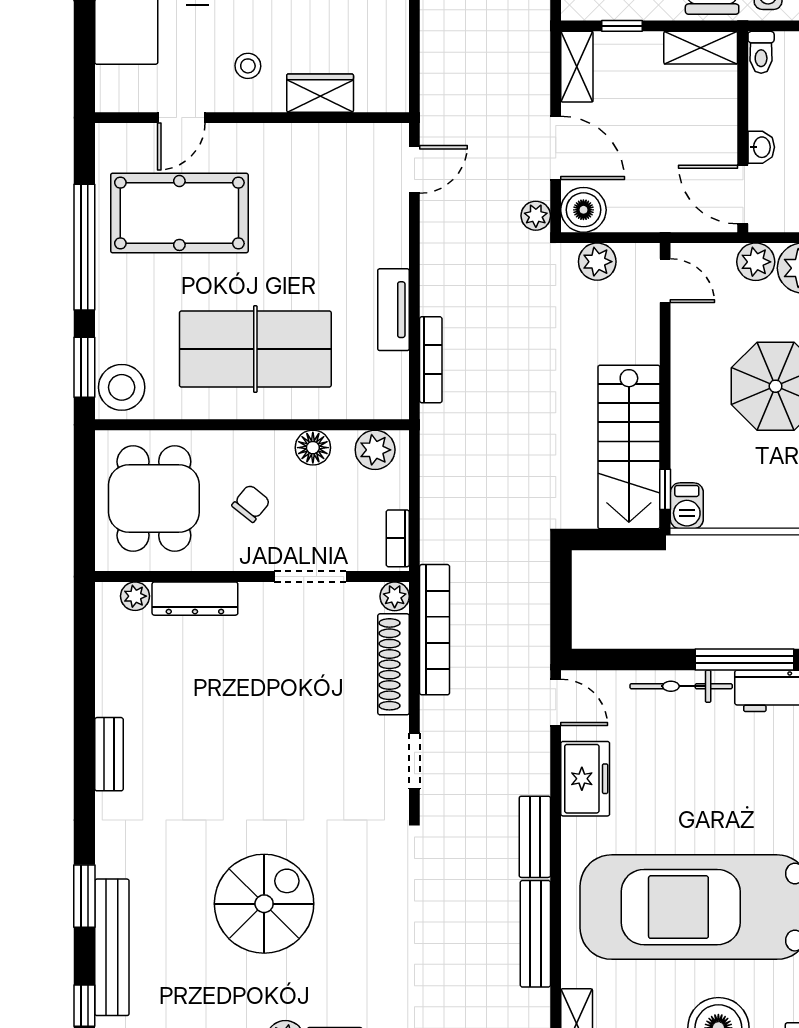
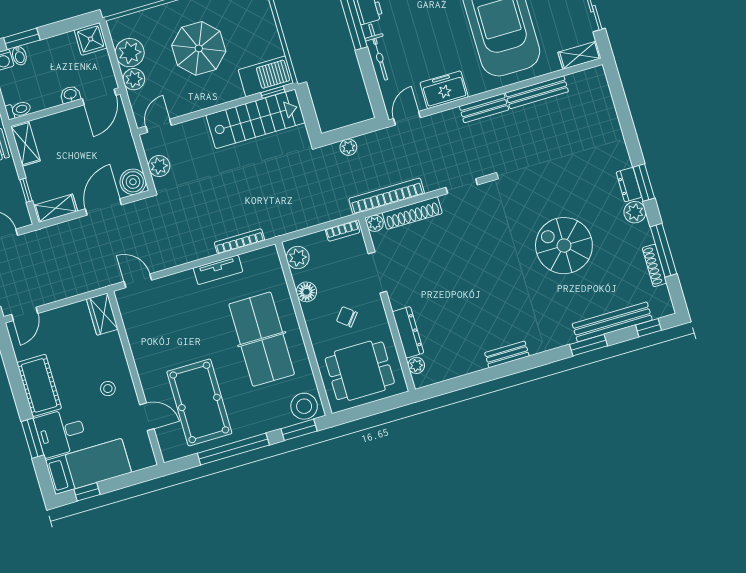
wardrobe: (320, 93) -> (102, 314), moved
plant: (536, 216) -> (348, 147), moved
barbecue: (687, 506) -> (266, 76), width x1.88, depth x1.53

